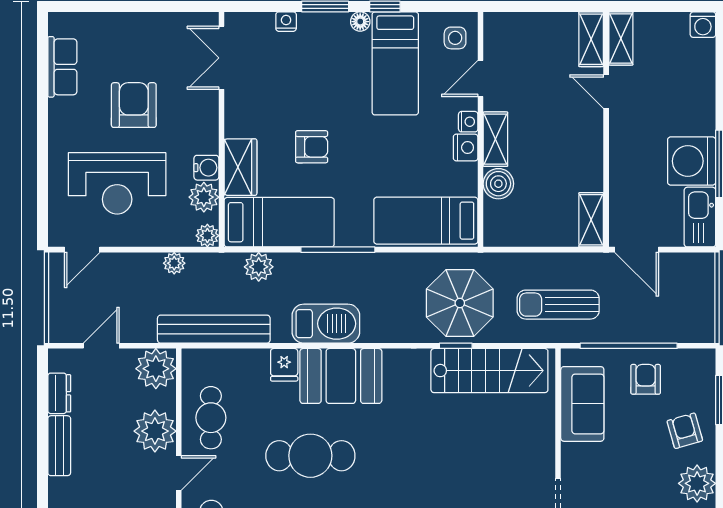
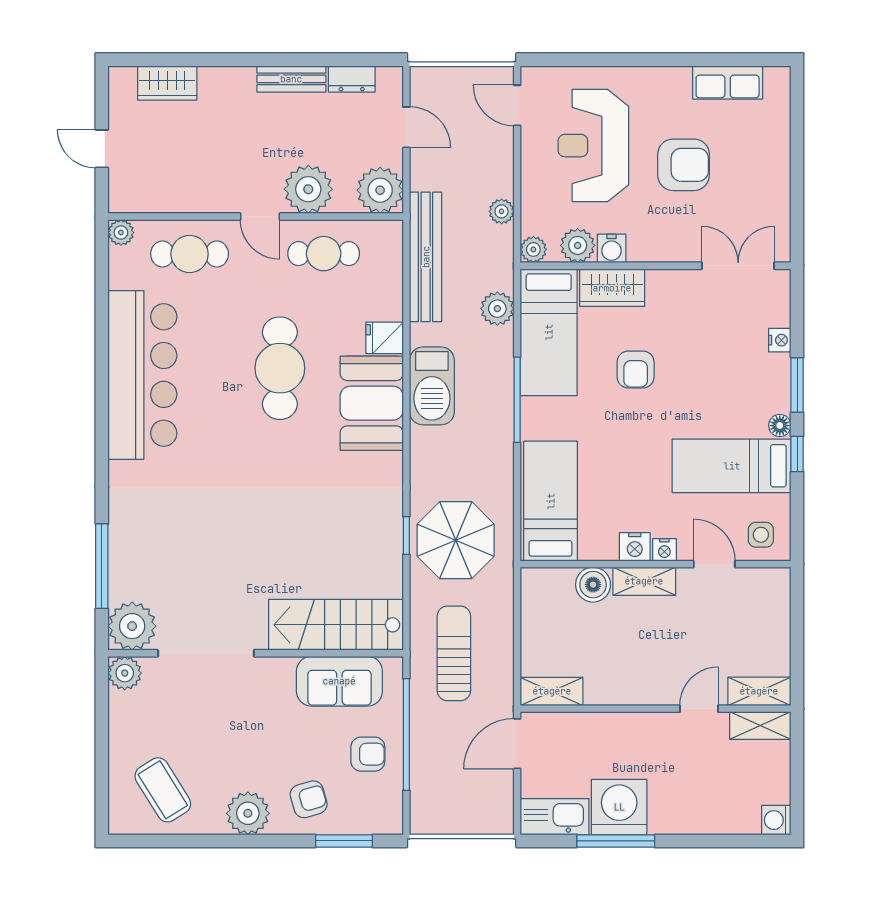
stairs: (489, 371) -> (336, 625), moved, turned 90

